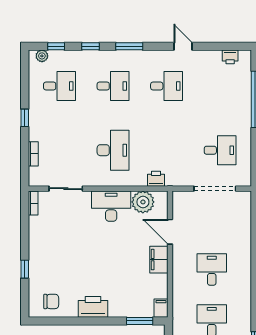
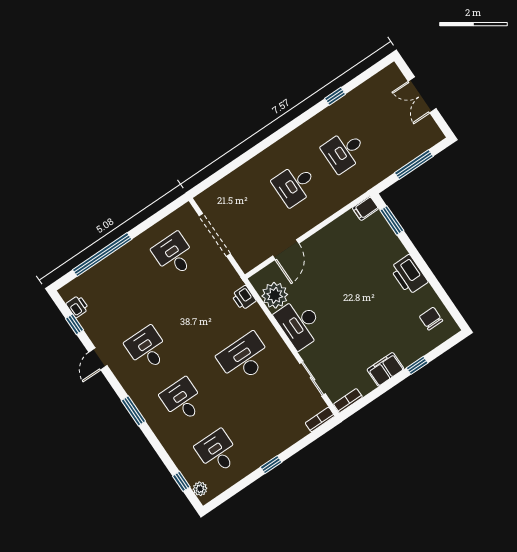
window: (90, 46) -> (74, 324), moved
bookcase: (33, 154) -> (320, 419), moved
filing cabinet: (159, 260) -> (385, 369), moved, turned 180

